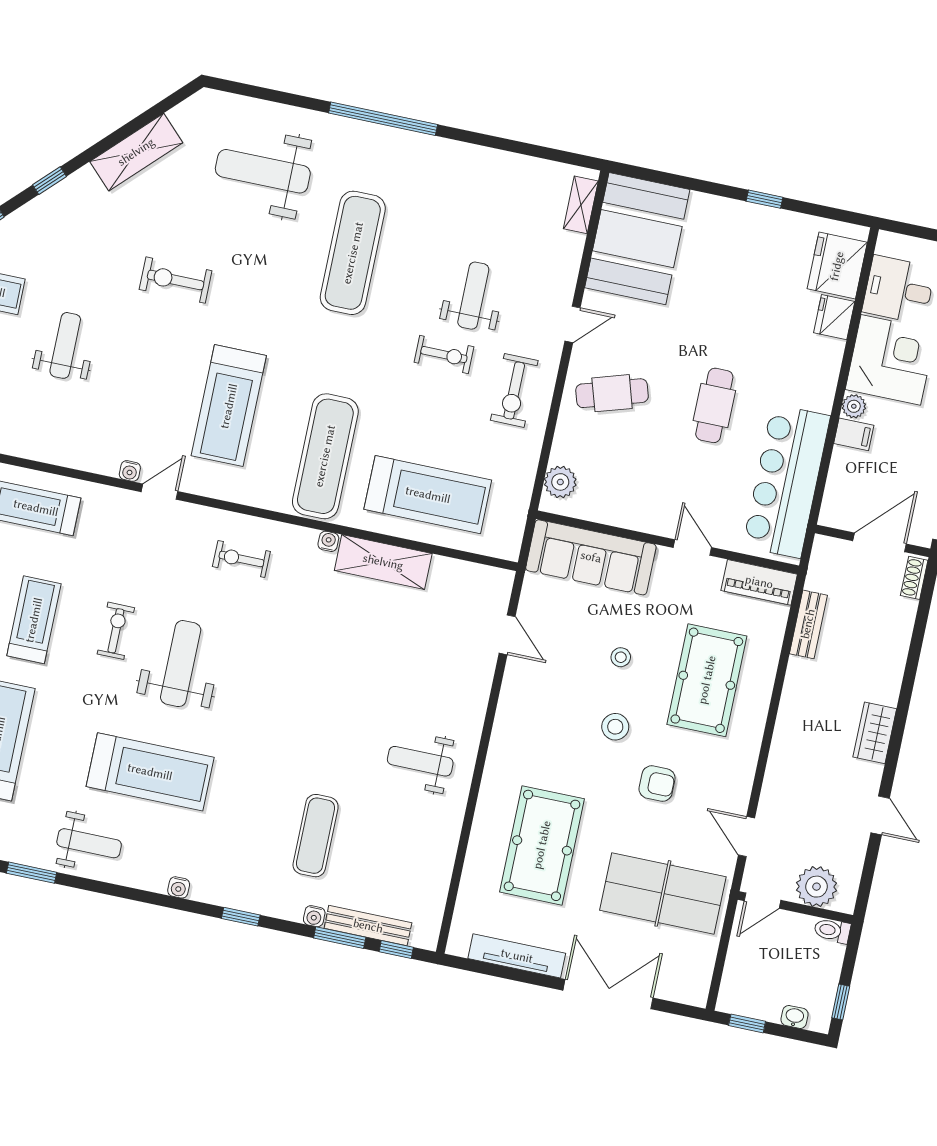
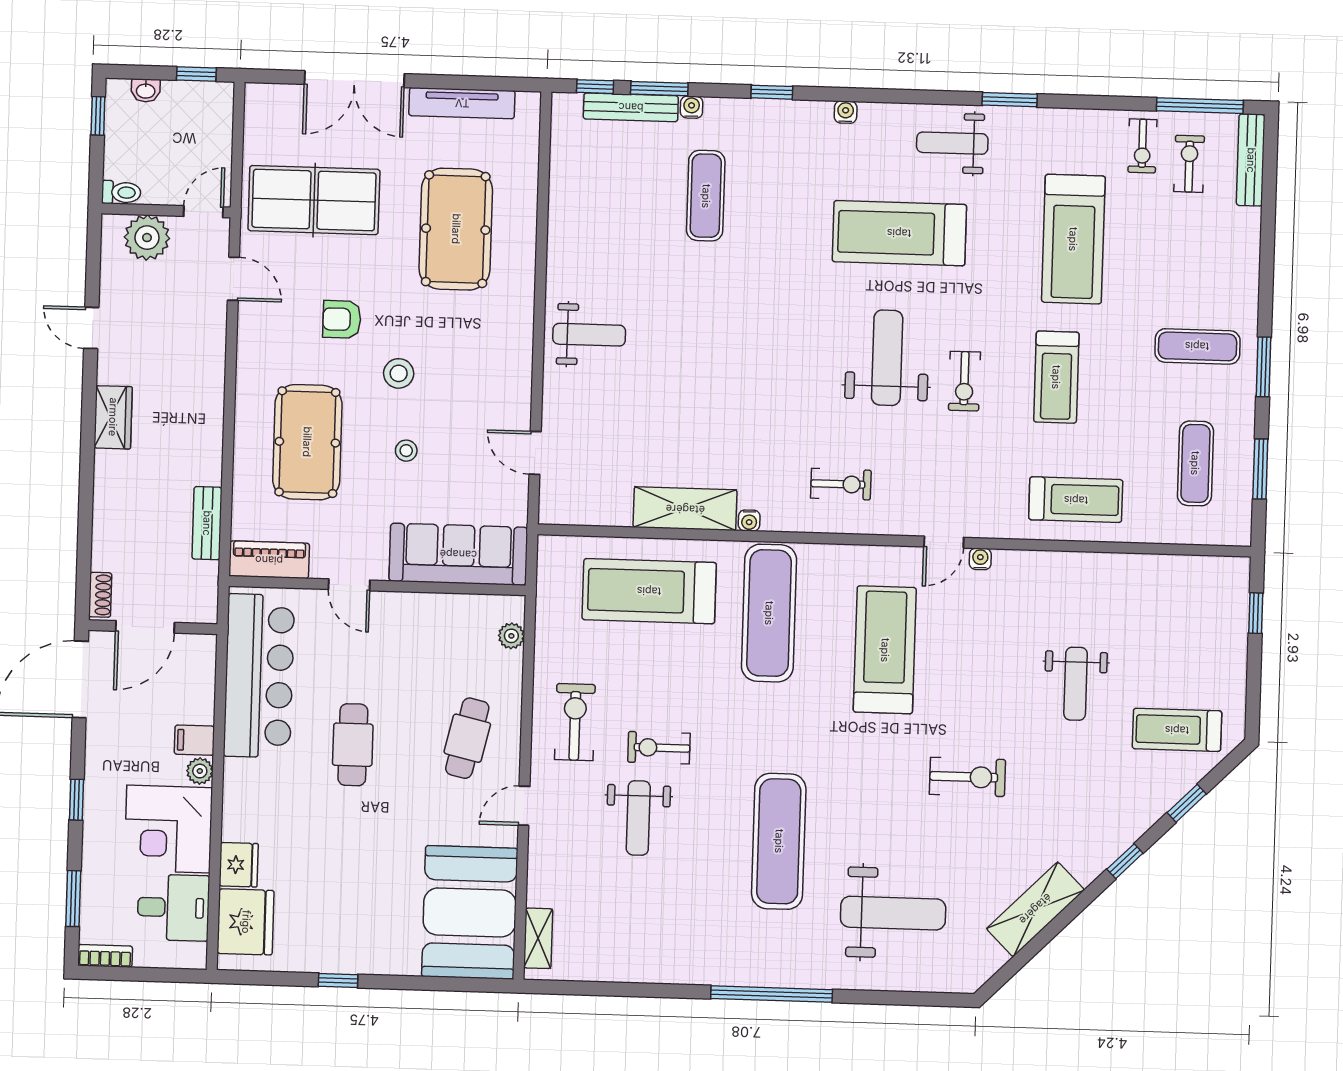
cafe table: (612, 393) -> (467, 738), turned -60
plant: (560, 482) -> (511, 636), width x0.73, depth x0.73
weight bench: (181, 664) -> (887, 358), turned 180
weight bench: (420, 761) -> (589, 335), moved

